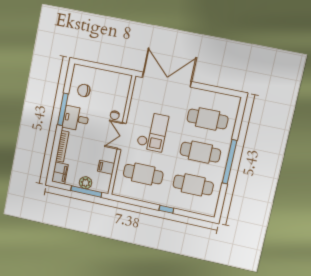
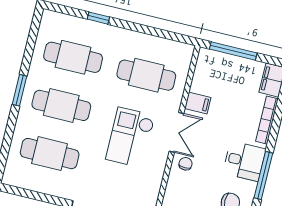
window: (230, 162) -> (19, 90), width x0.47
filing cabinet: (106, 167) -> (198, 103), moved
plant: (85, 183) -> (234, 64), removed
window: (166, 209) -> (98, 18), moved

